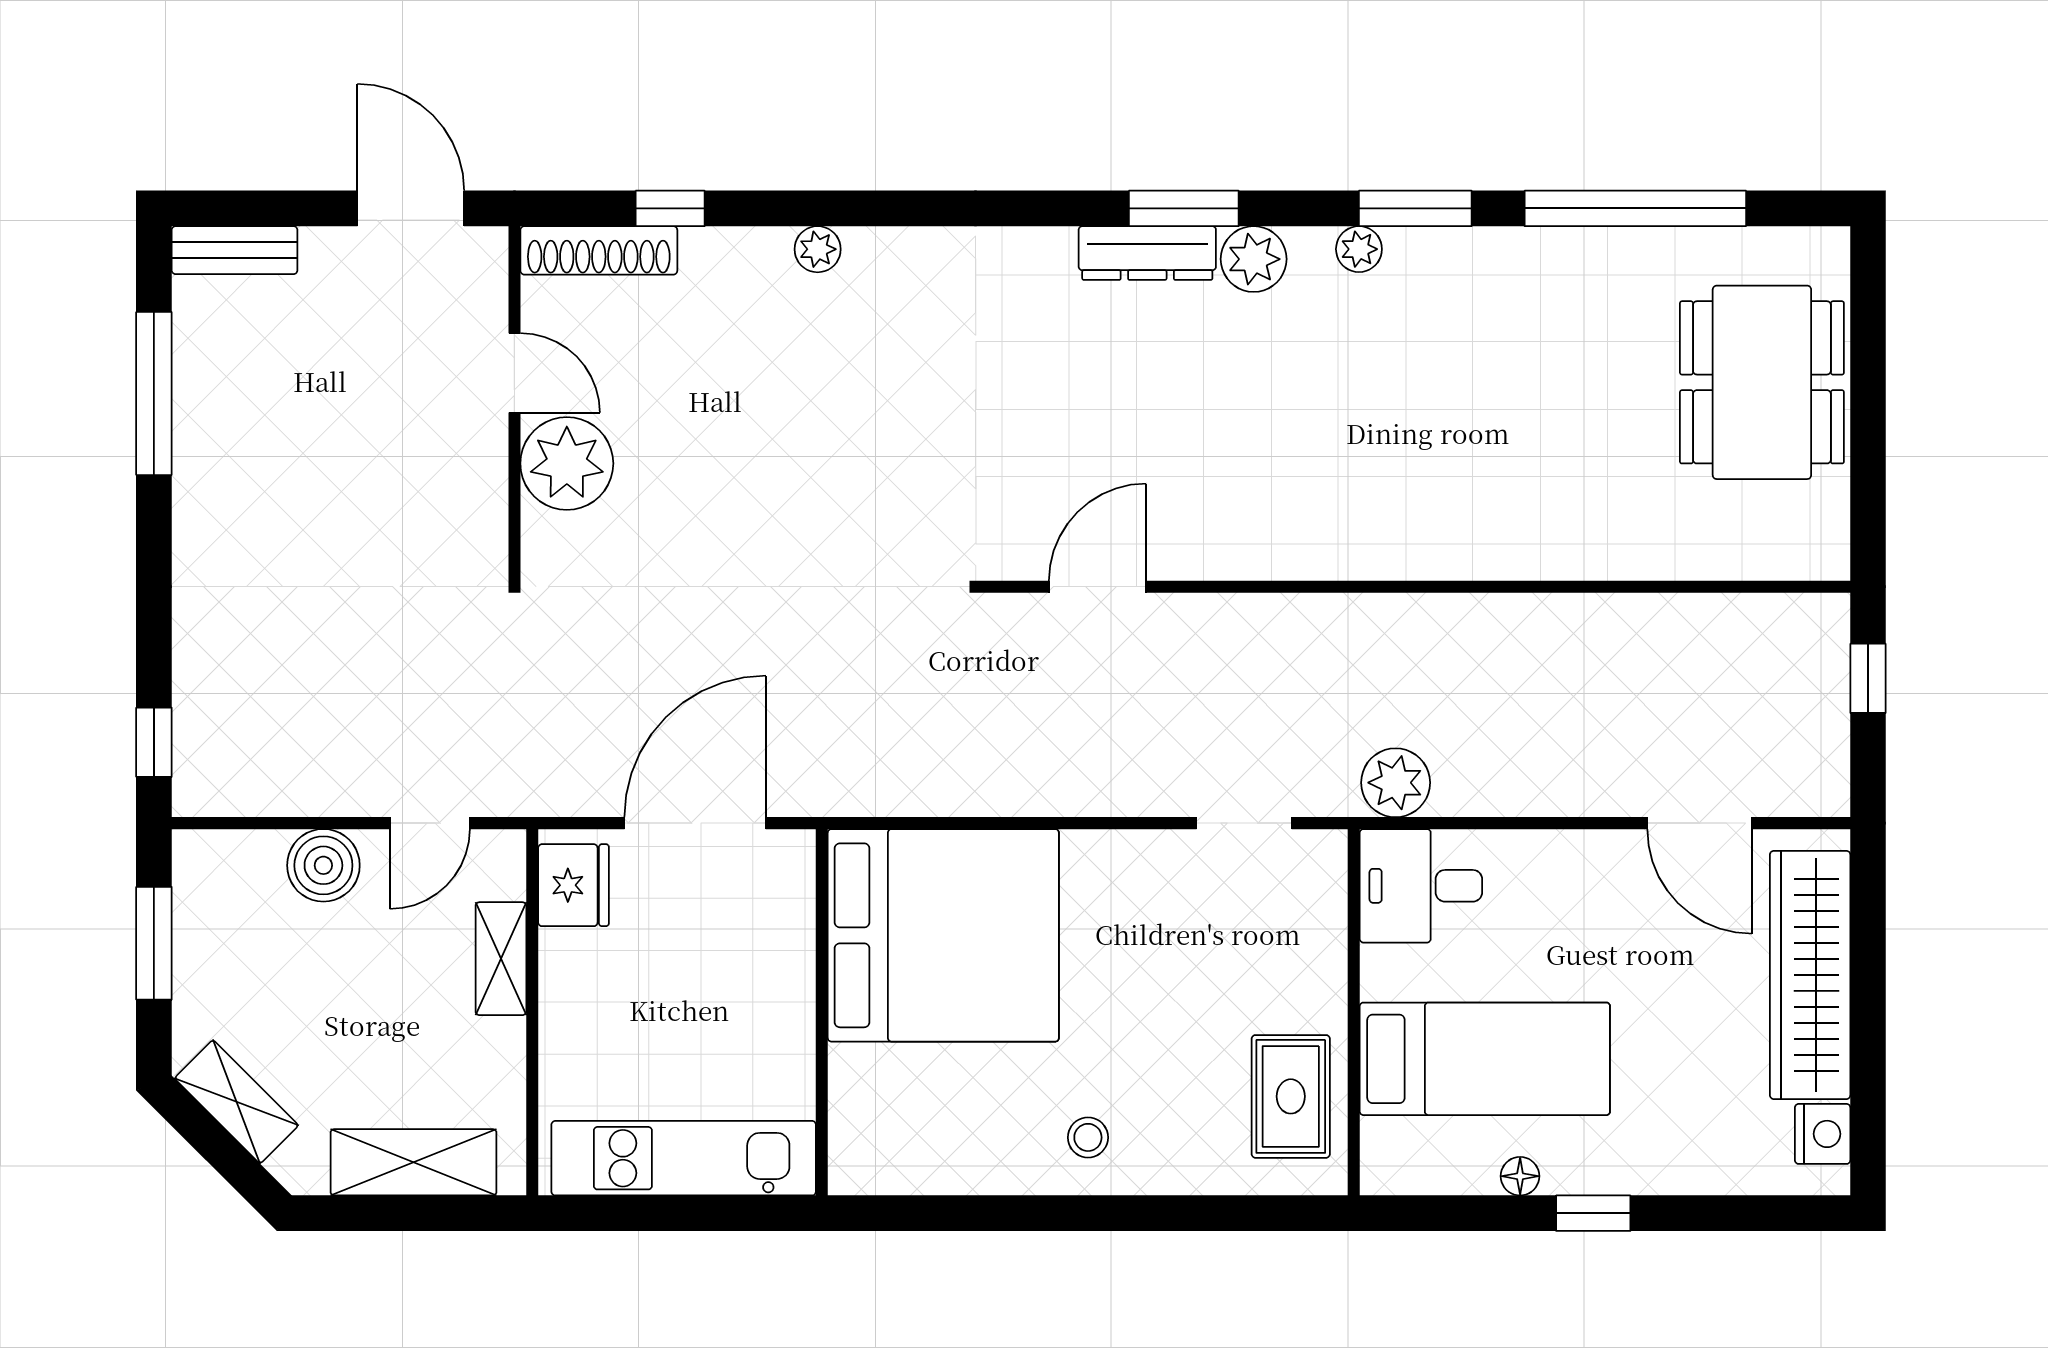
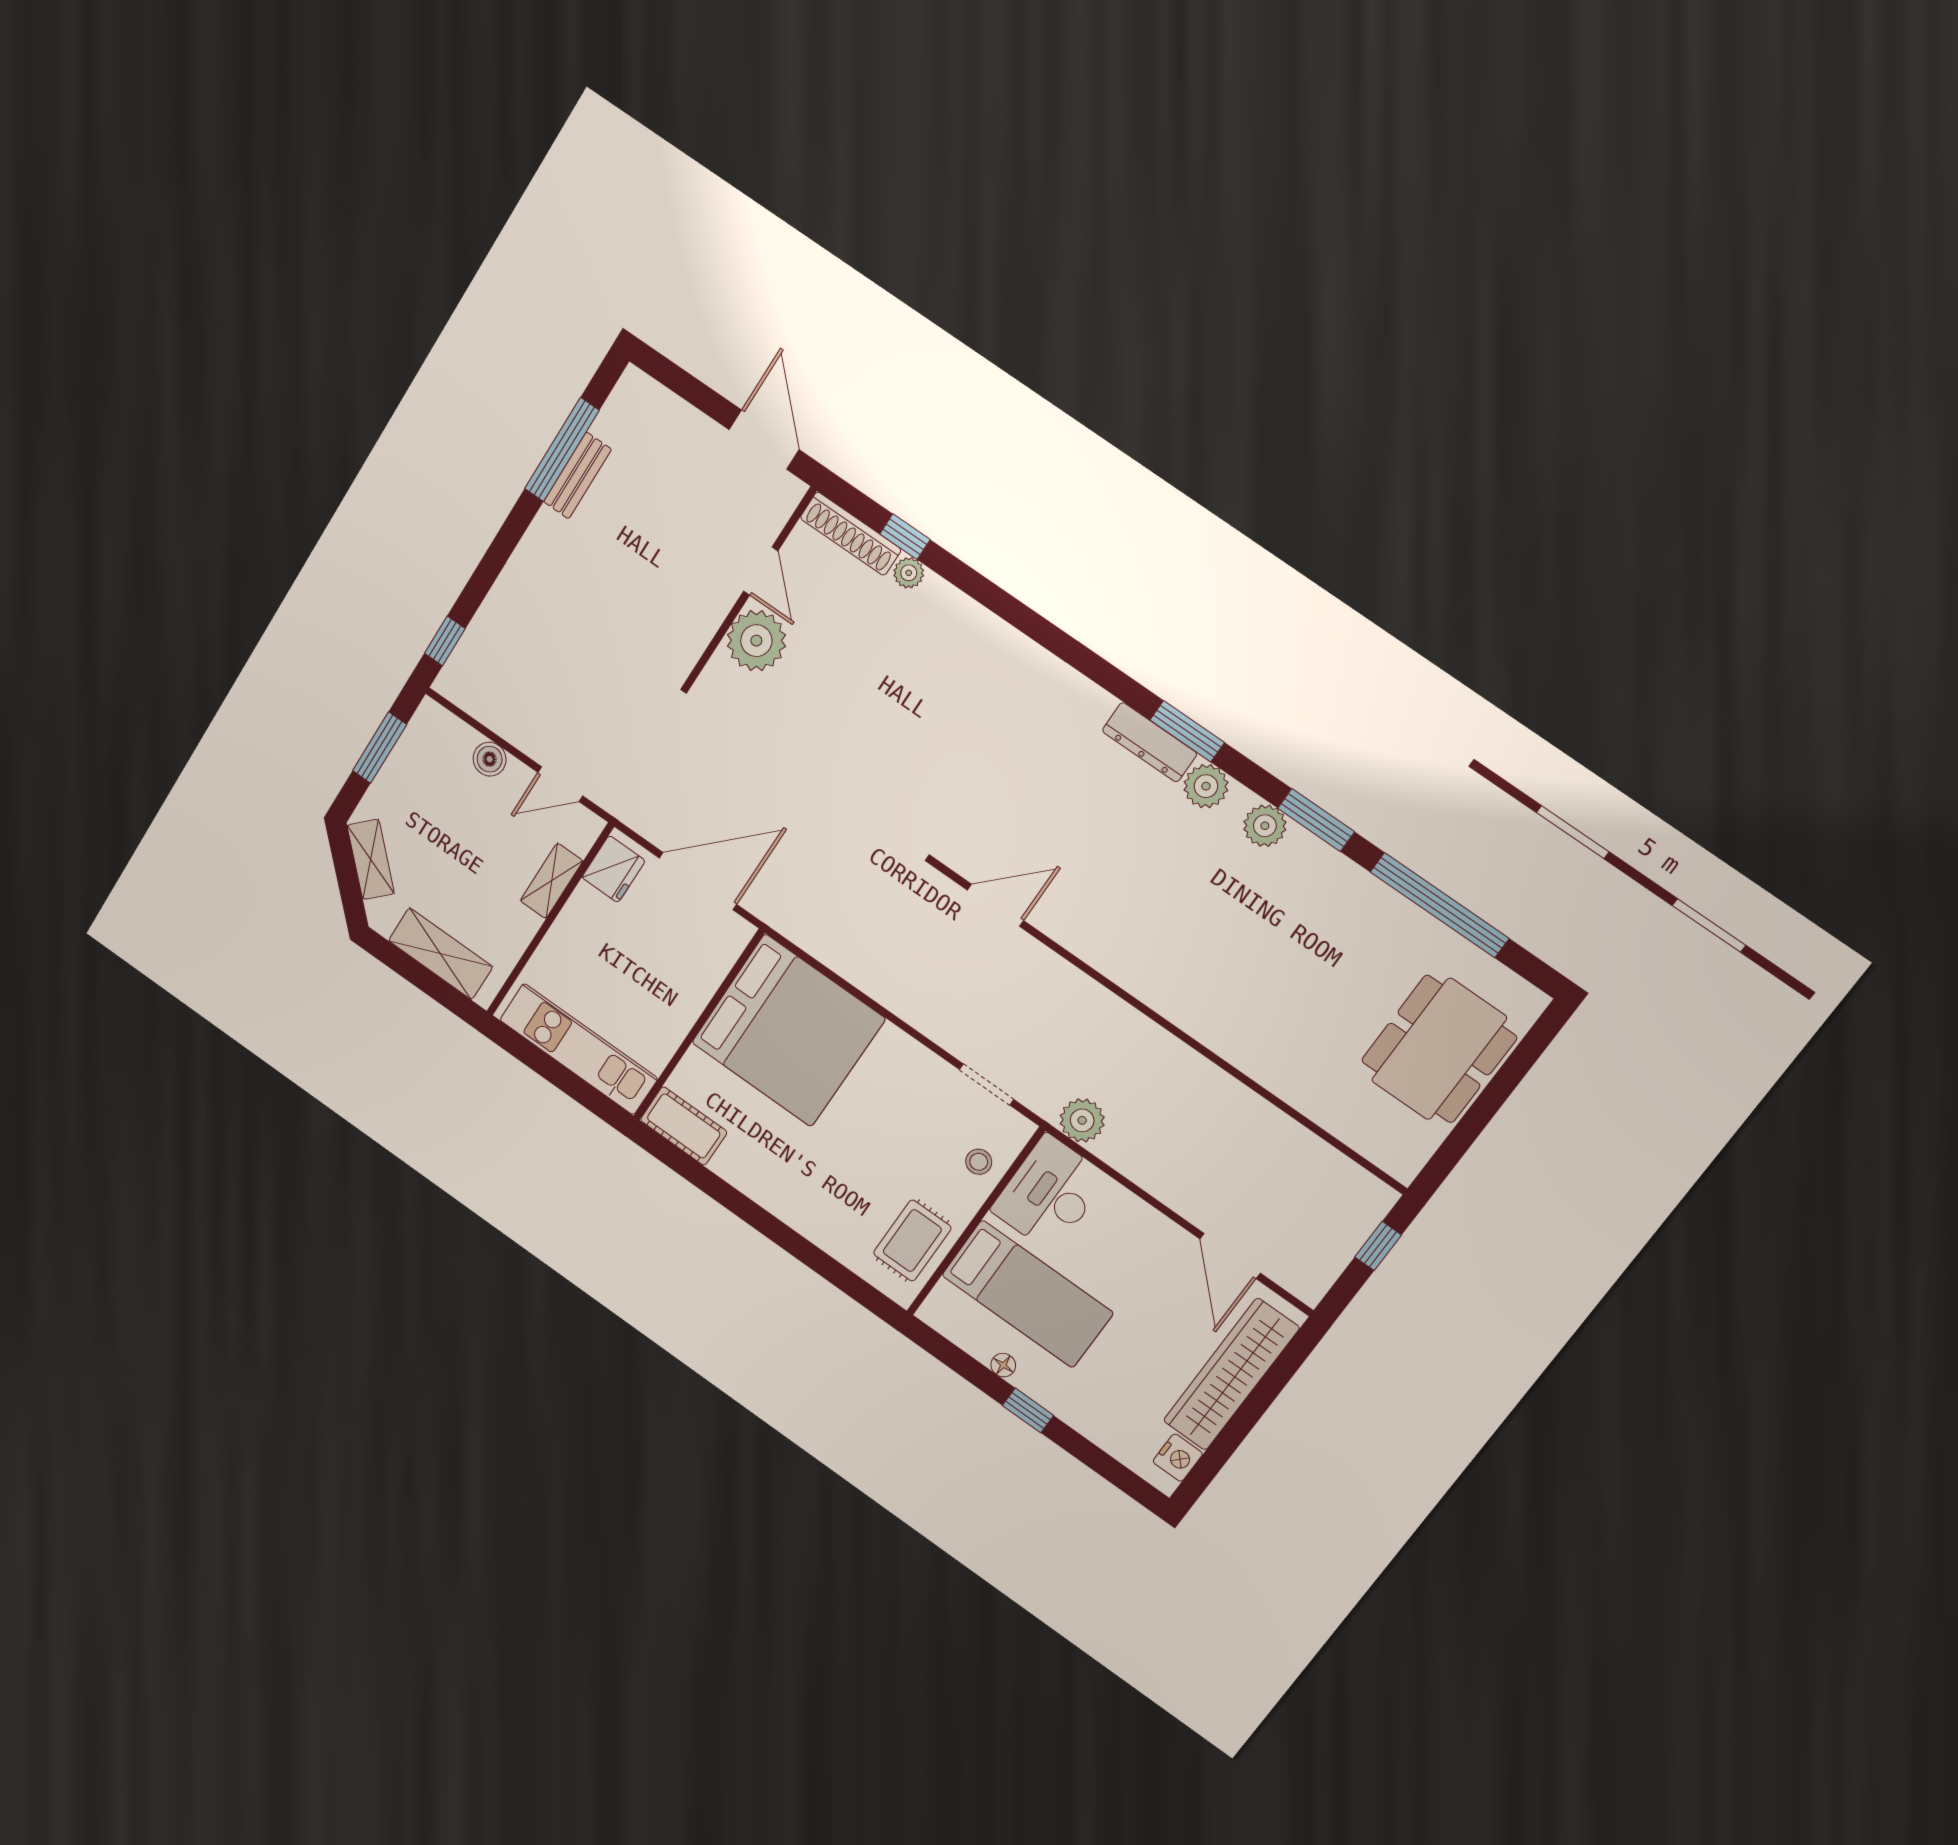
plant: (818, 249) -> (909, 573), moved
plant: (1359, 249) -> (1265, 826), width x1.38, depth x1.38
bench: (235, 250) -> (577, 476), moved, turned 90
boiler: (323, 865) -> (490, 759), width x0.73, depth x0.73
desk: (1421, 886) -> (1049, 1194), width x1.37
stool: (1088, 1137) -> (979, 1162), moved
cot: (891, 1161) -> (684, 1126), added

